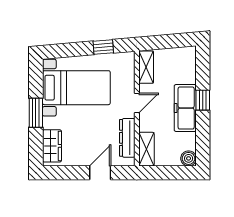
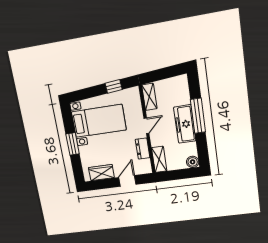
window: (203, 100) -> (198, 116), width x2.17
dresser: (127, 138) -> (143, 149), width x0.70
wardrobe: (52, 146) -> (101, 173), moved, turned -90

